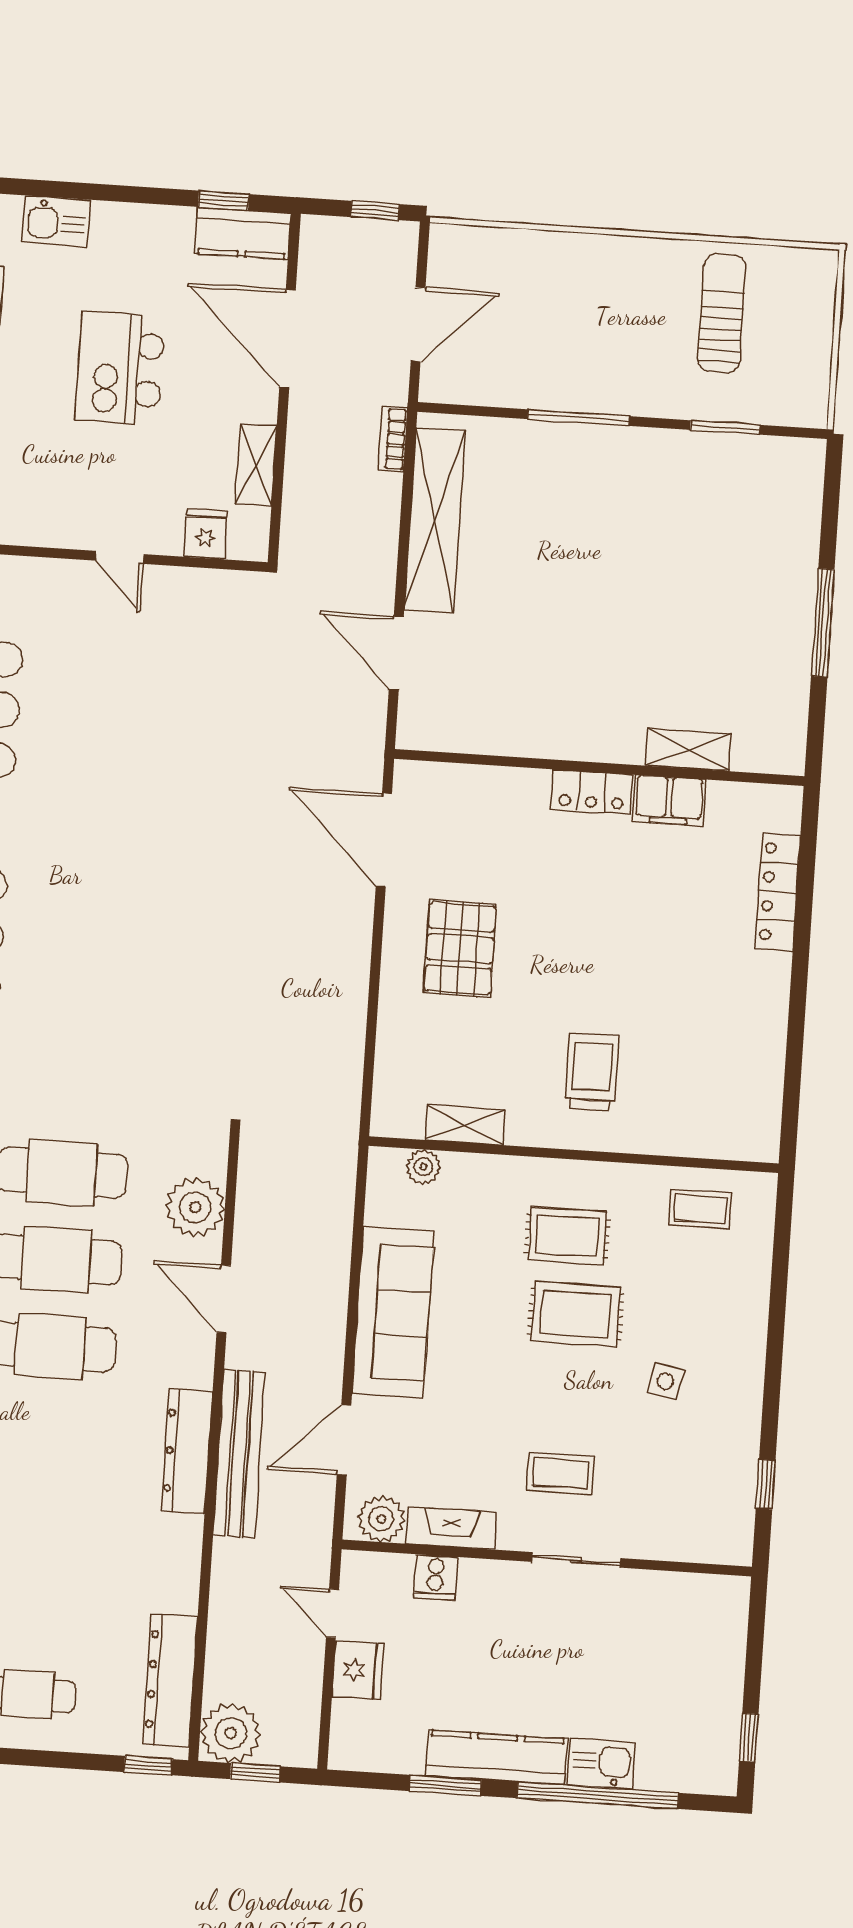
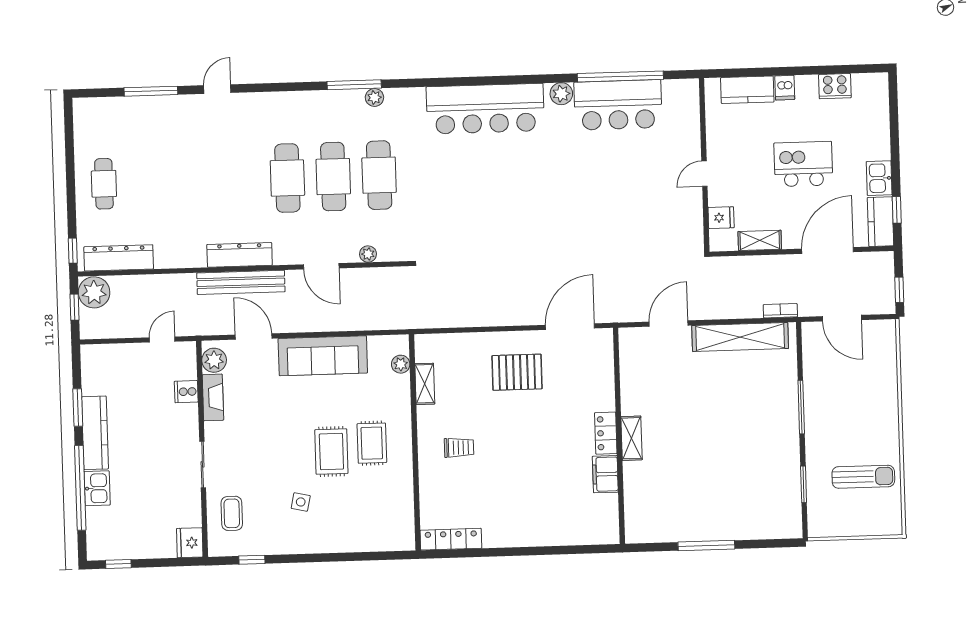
kitchen sink: (56, 221) -> (879, 178), moved
shelving: (688, 750) -> (632, 438), moved
locker: (778, 892) -> (451, 539), moved
trolley: (592, 1072) -> (459, 448), width x0.73, depth x0.72
plant: (195, 1207) -> (368, 254), width x0.53, depth x0.53
coffee table: (700, 1209) -> (393, 511), removed
door: (224, 1299) -> (321, 266), swing flipped
coffee table: (560, 1473) -> (232, 513), moved
fridge: (358, 1670) -> (190, 543), moved, turned 90

